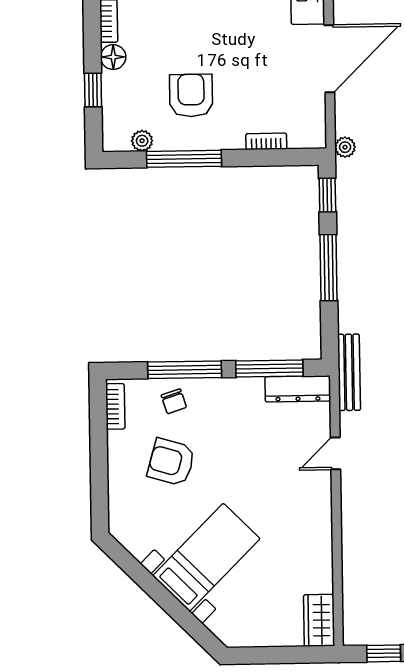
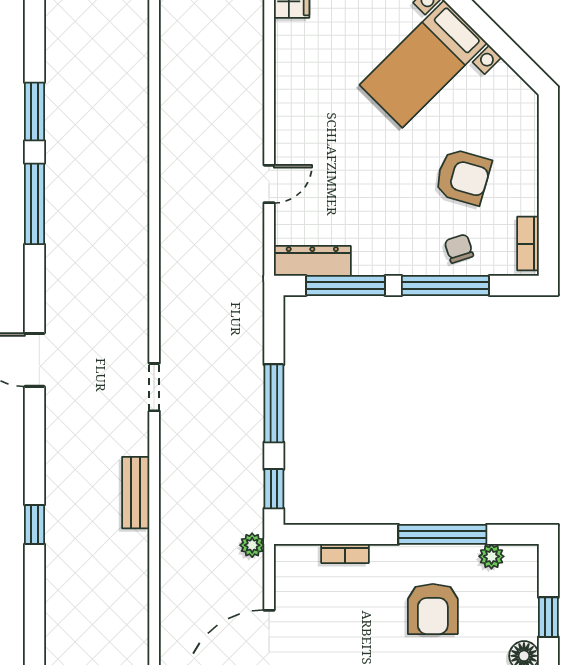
bench: (349, 372) -> (252, 279), removed

